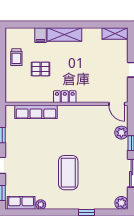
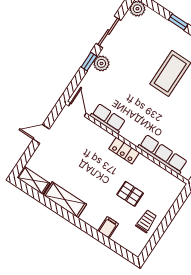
shelving: (64, 35) -> (65, 200), moved
row of seats: (91, 112) -> (108, 119), added
plant: (121, 133) -> (101, 63), moved

